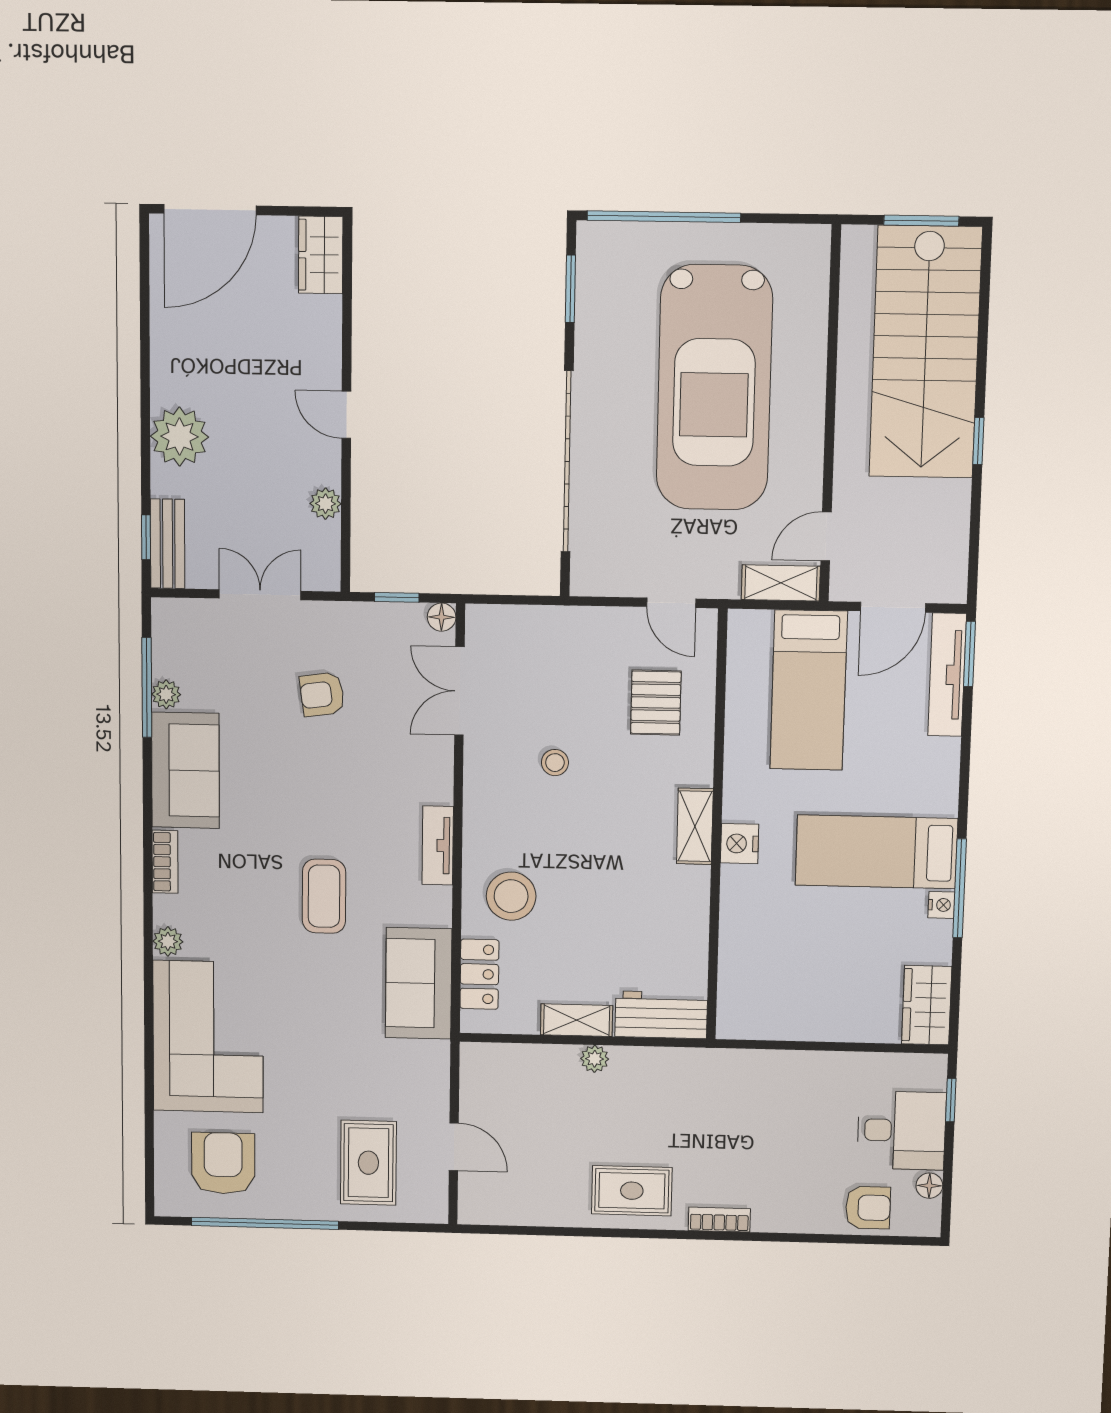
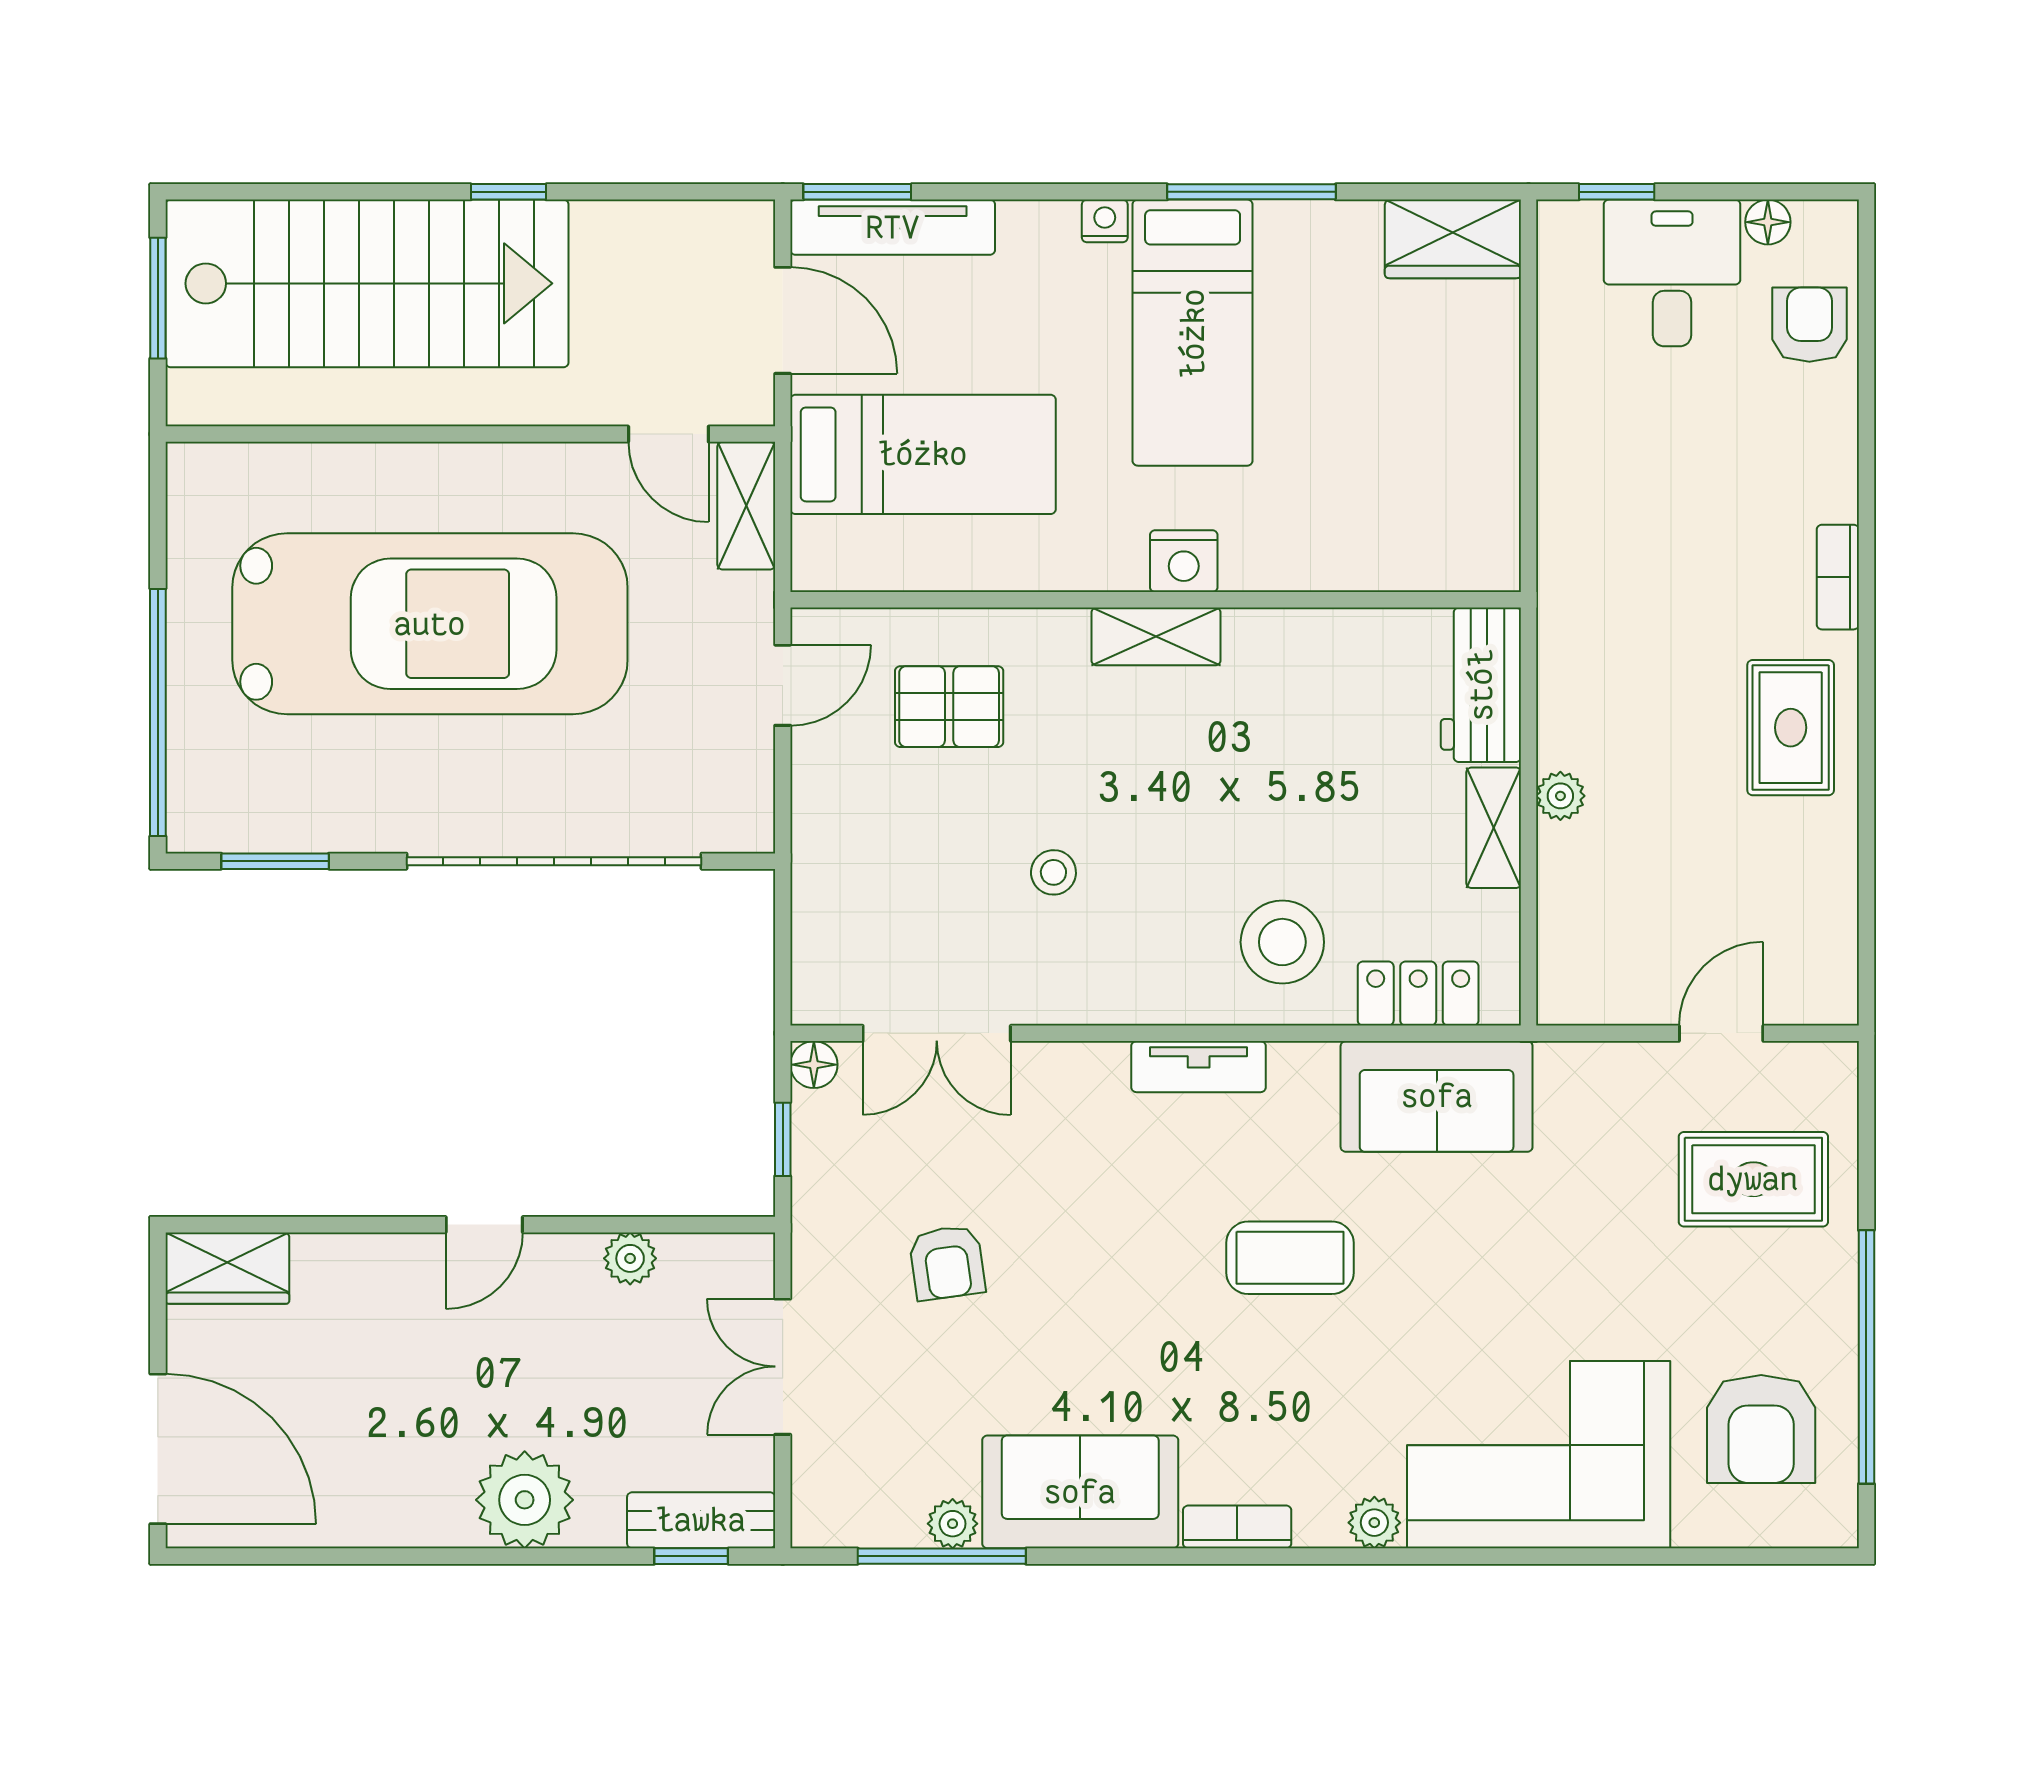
nightstand: (941, 905) -> (1105, 221), moved
armchair: (223, 1163) -> (1761, 1429), turned -90

